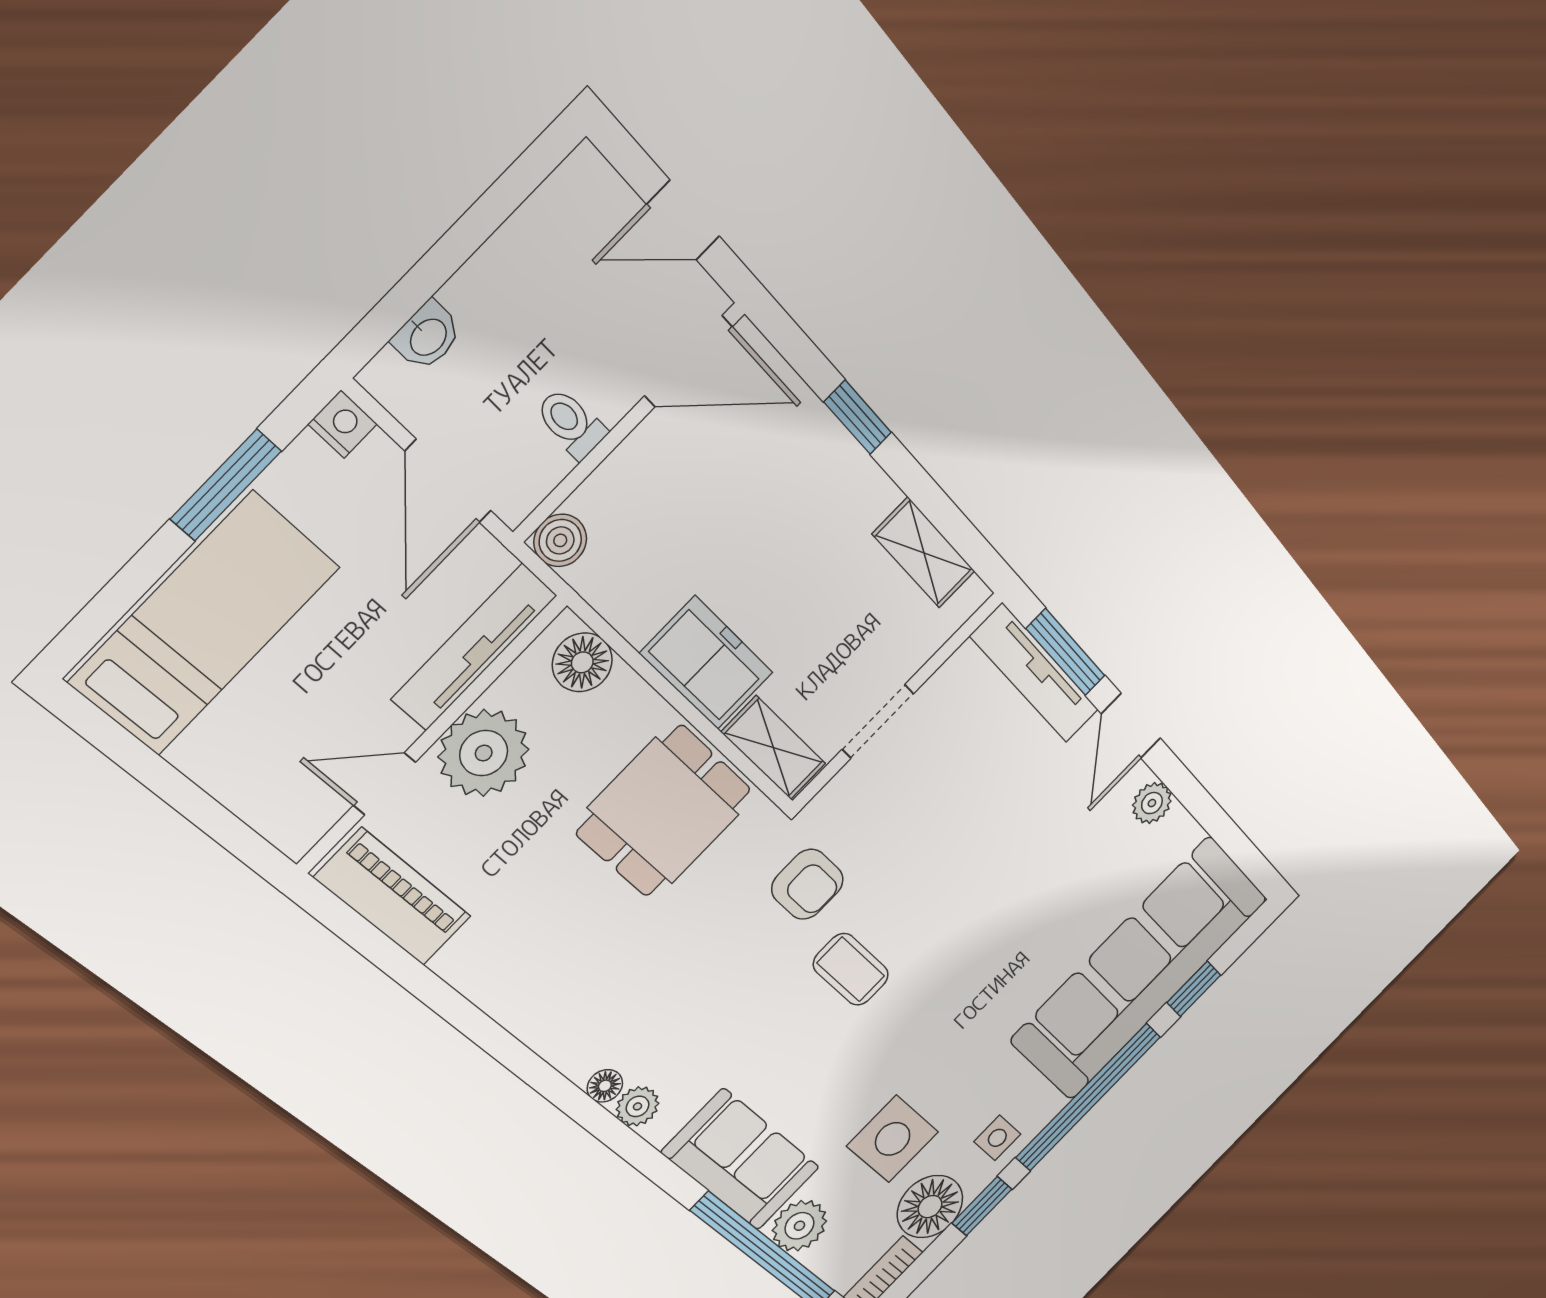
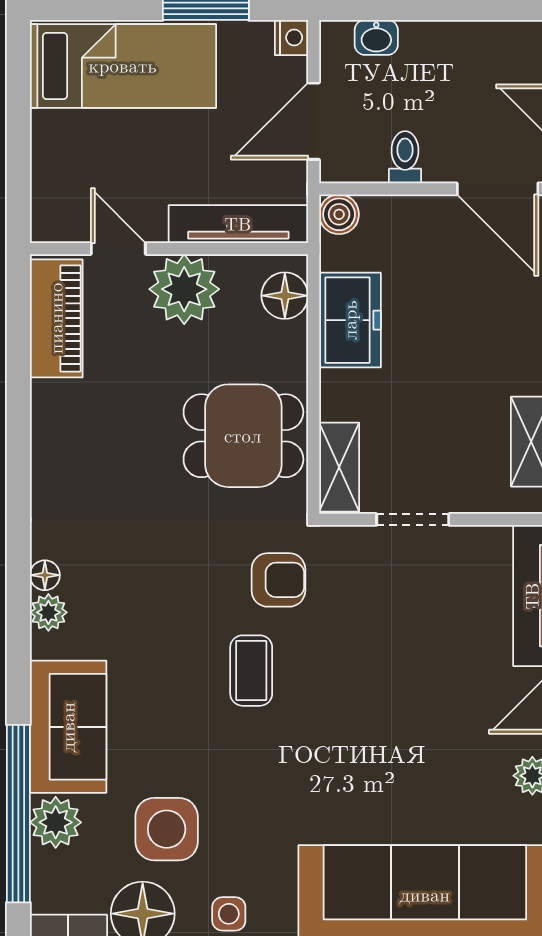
freezer: (706, 663) -> (350, 320), moved
armchair: (807, 884) -> (278, 580), turned -90

